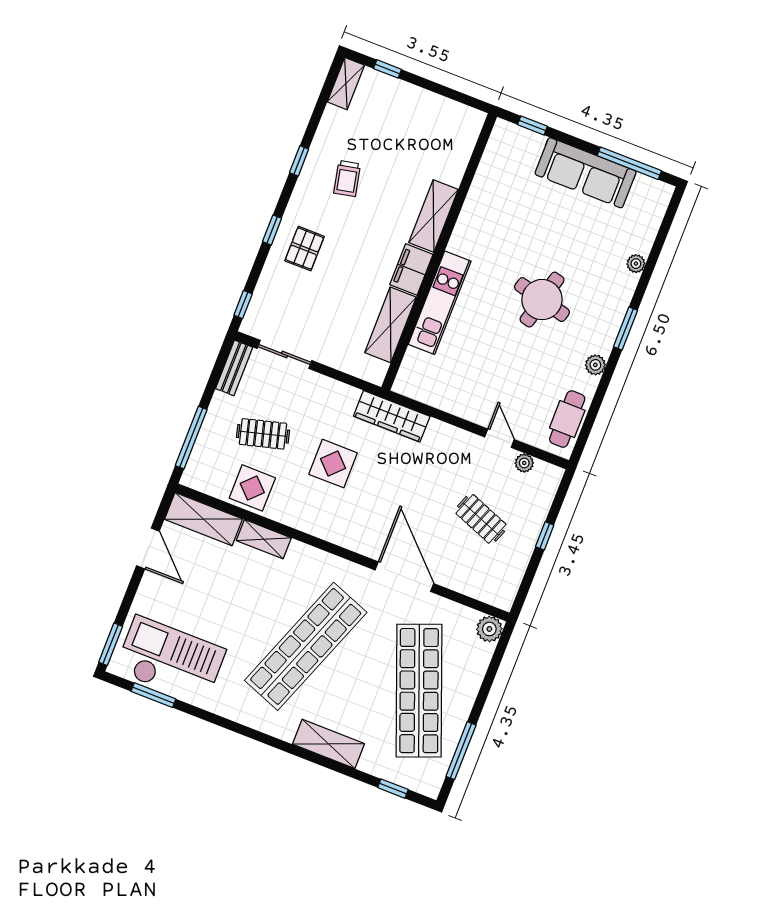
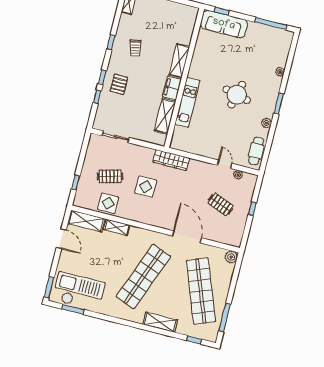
sofa: (585, 173) -> (224, 24), moved
window: (243, 305) -> (97, 97), moved
bench: (234, 368) -> (92, 146), removed
window: (191, 438) -> (76, 182), width x0.46

